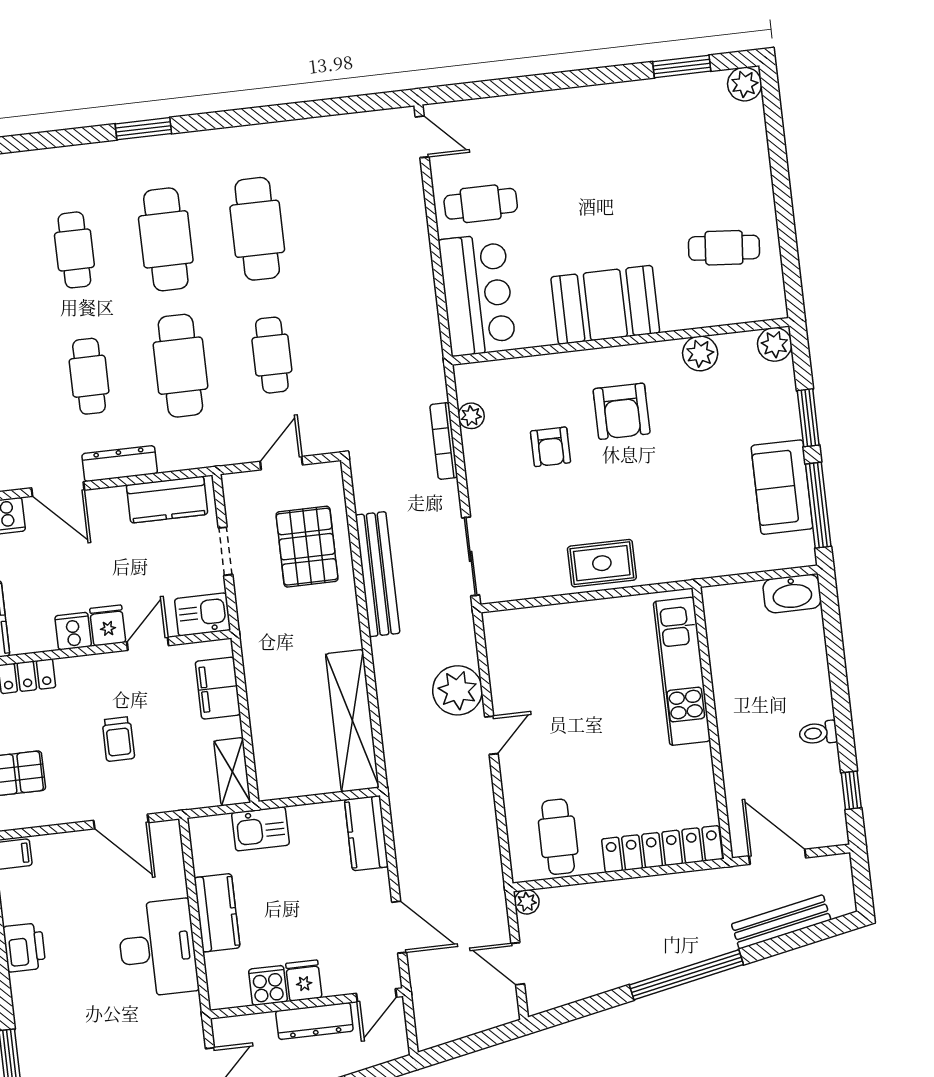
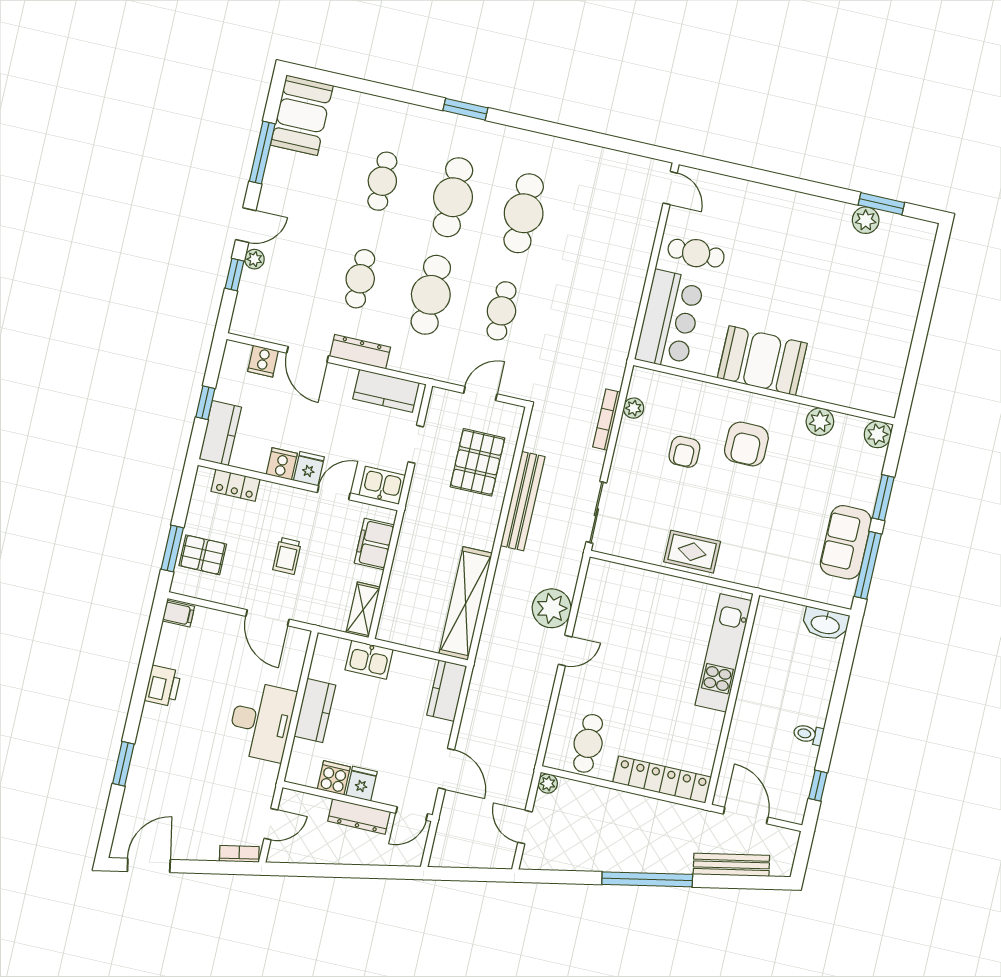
plant: (745, 84) -> (866, 220), moved
cafe table: (724, 248) -> (865, 349), removed

